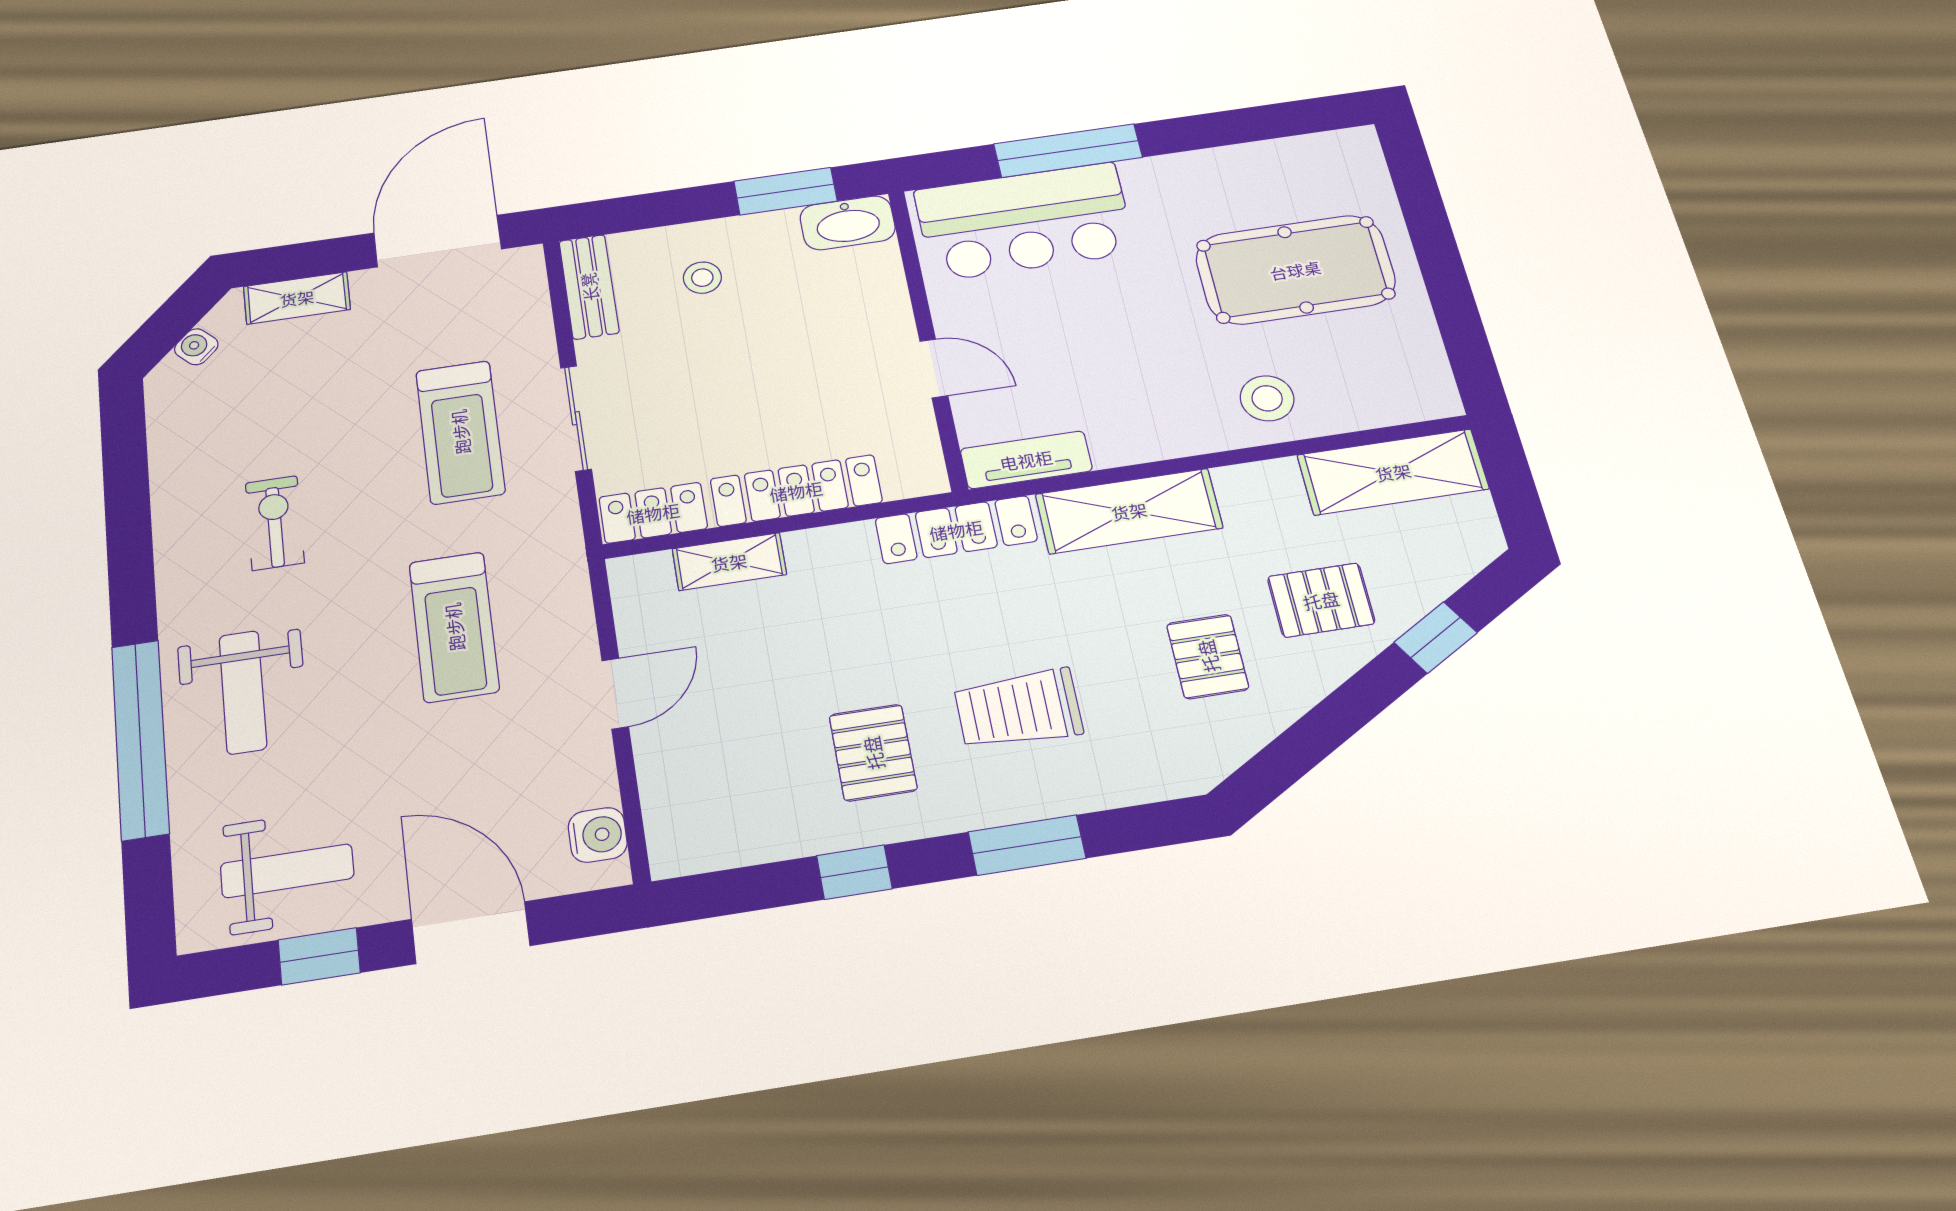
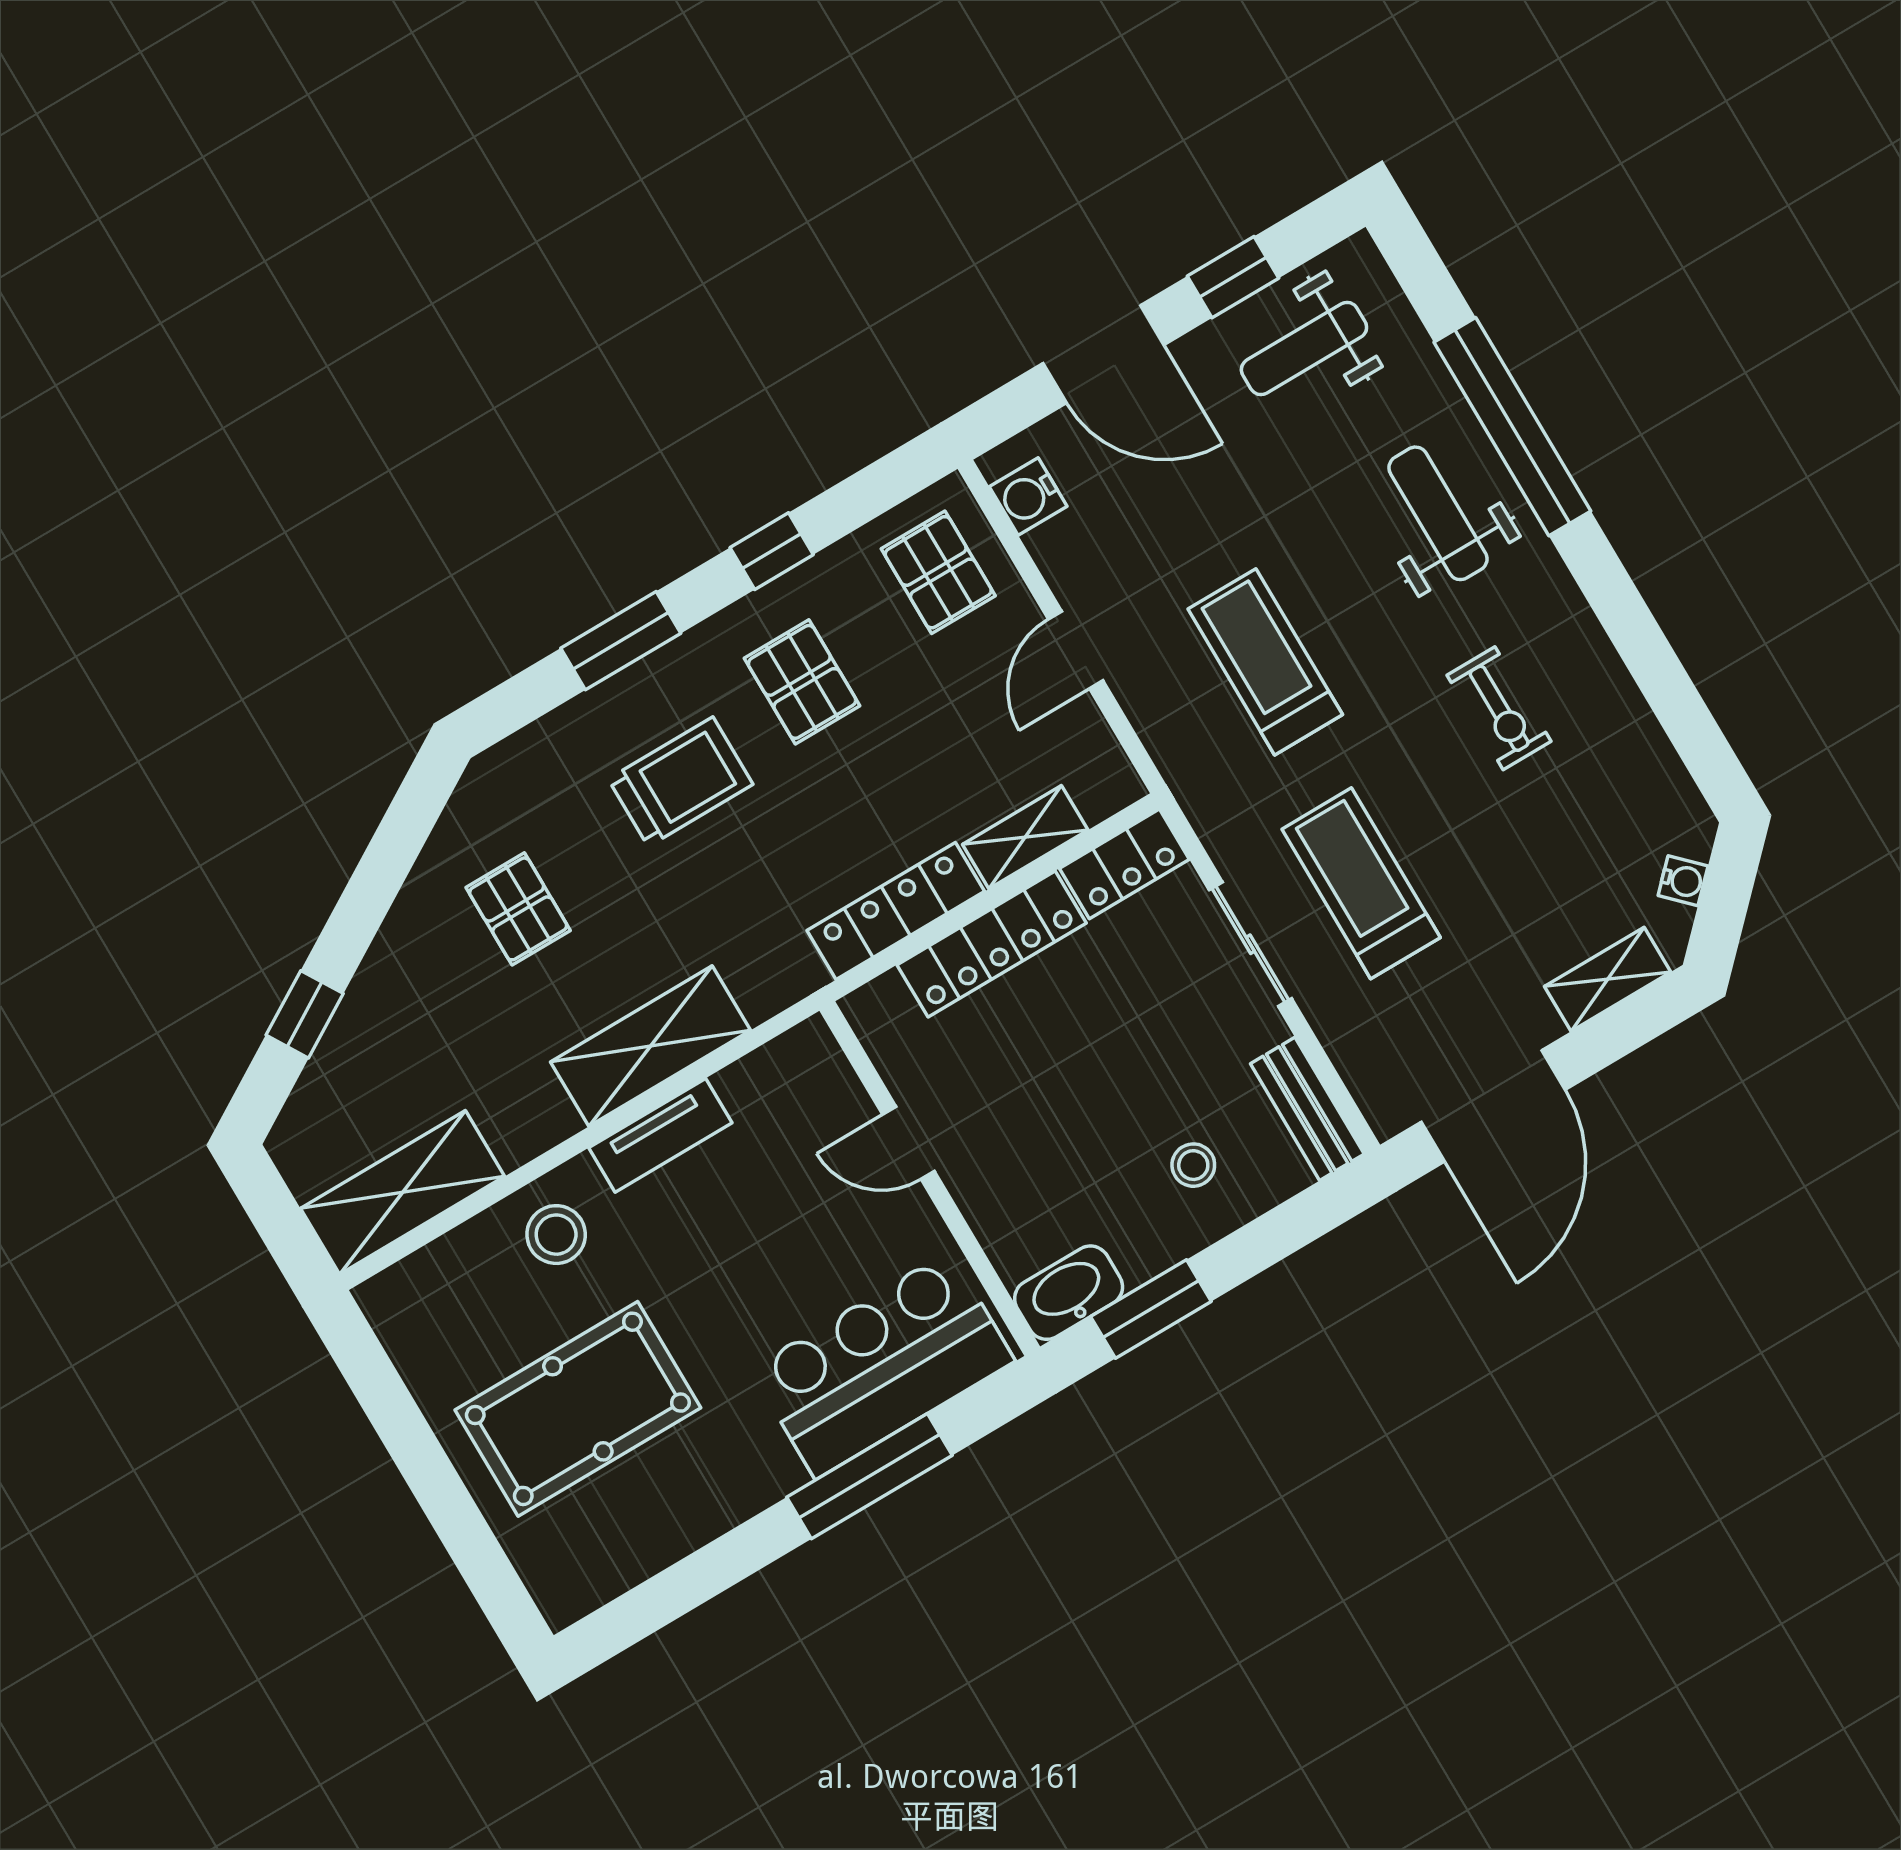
tv unit: (1026, 460) -> (660, 1135), moved
locker: (956, 530) -> (896, 911), moved
pallet: (1321, 600) -> (938, 572), moved, turned 90

